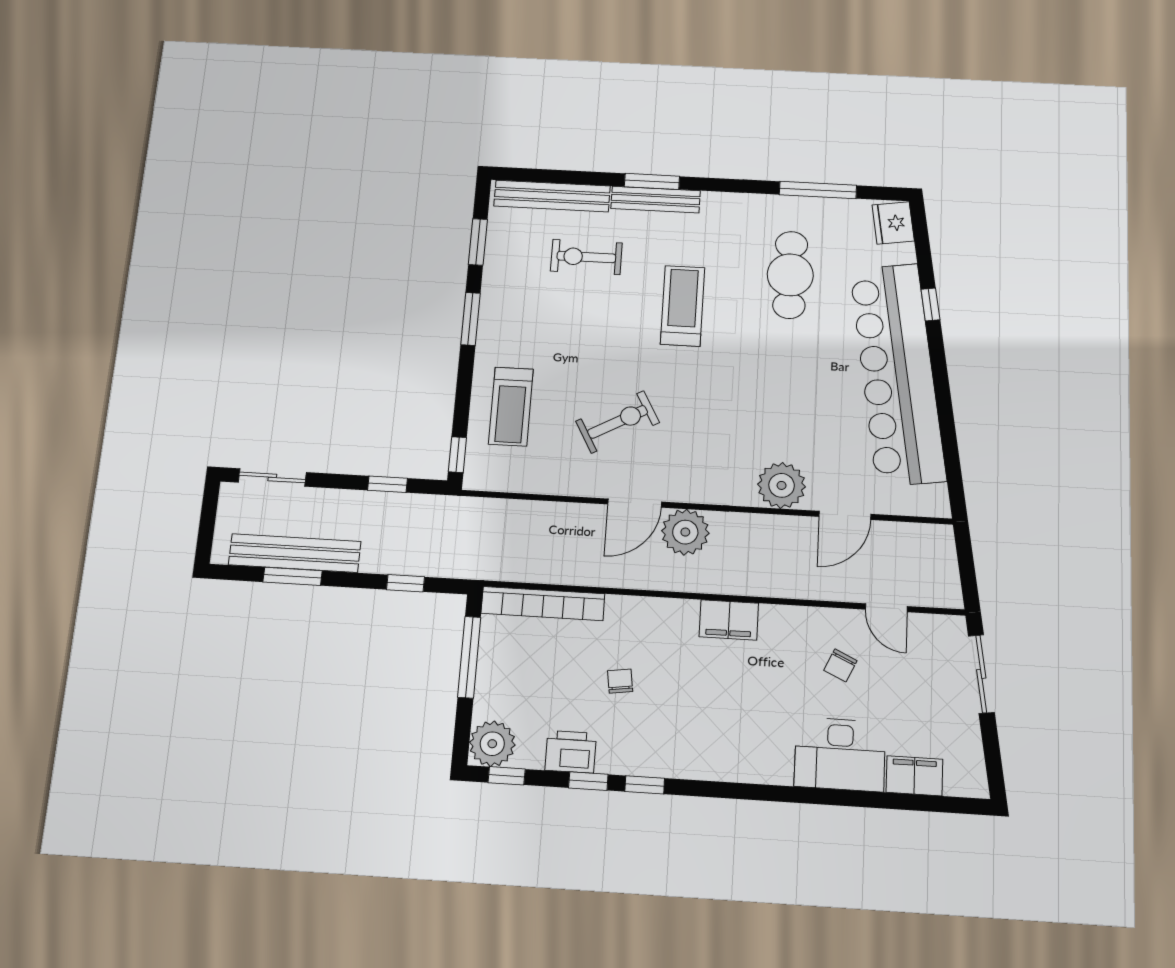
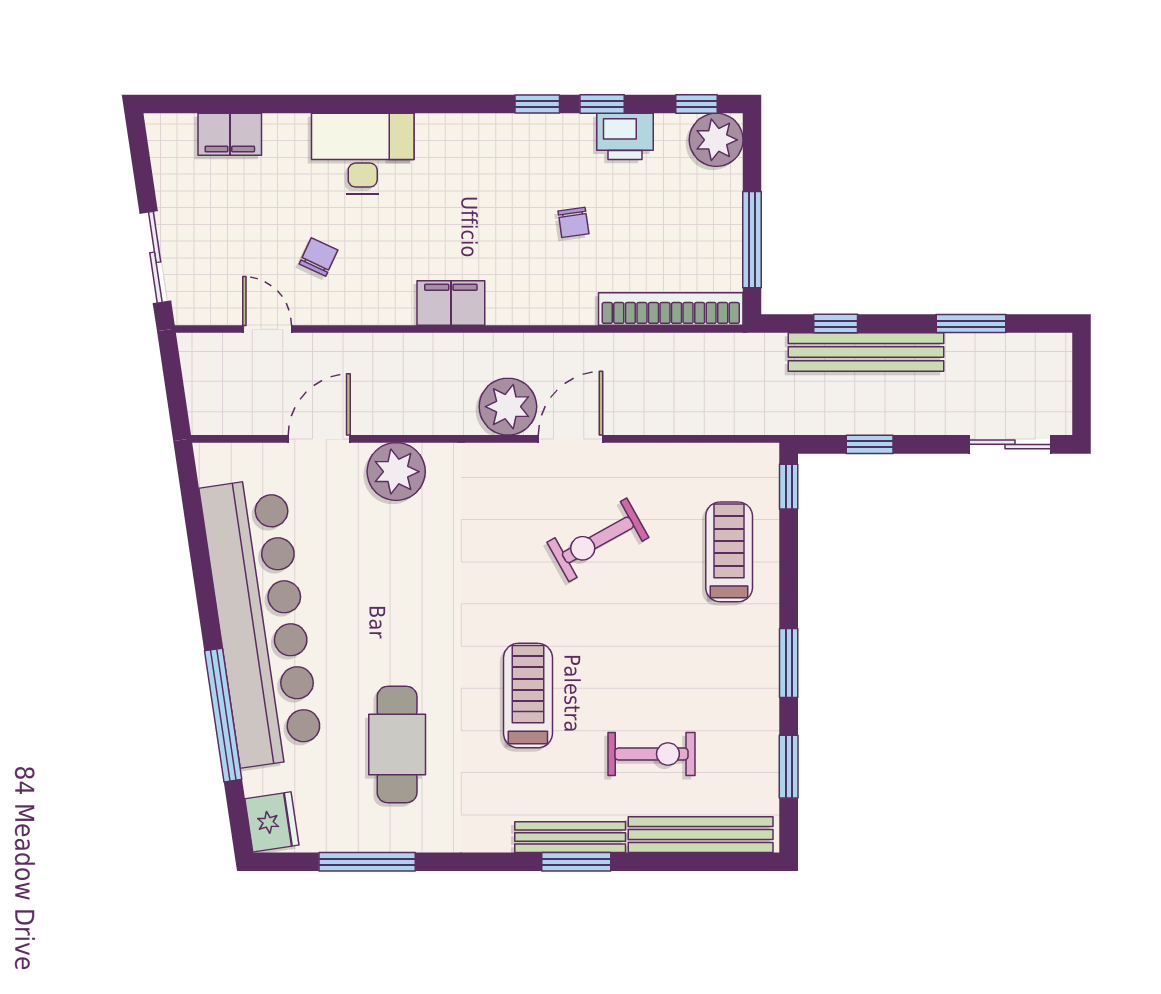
window: (931, 304) -> (223, 715), width x3.17
treadmill: (683, 306) -> (528, 696), turned 180
bench: (295, 553) -> (866, 352), moved
desk: (840, 754) -> (363, 153), moved

